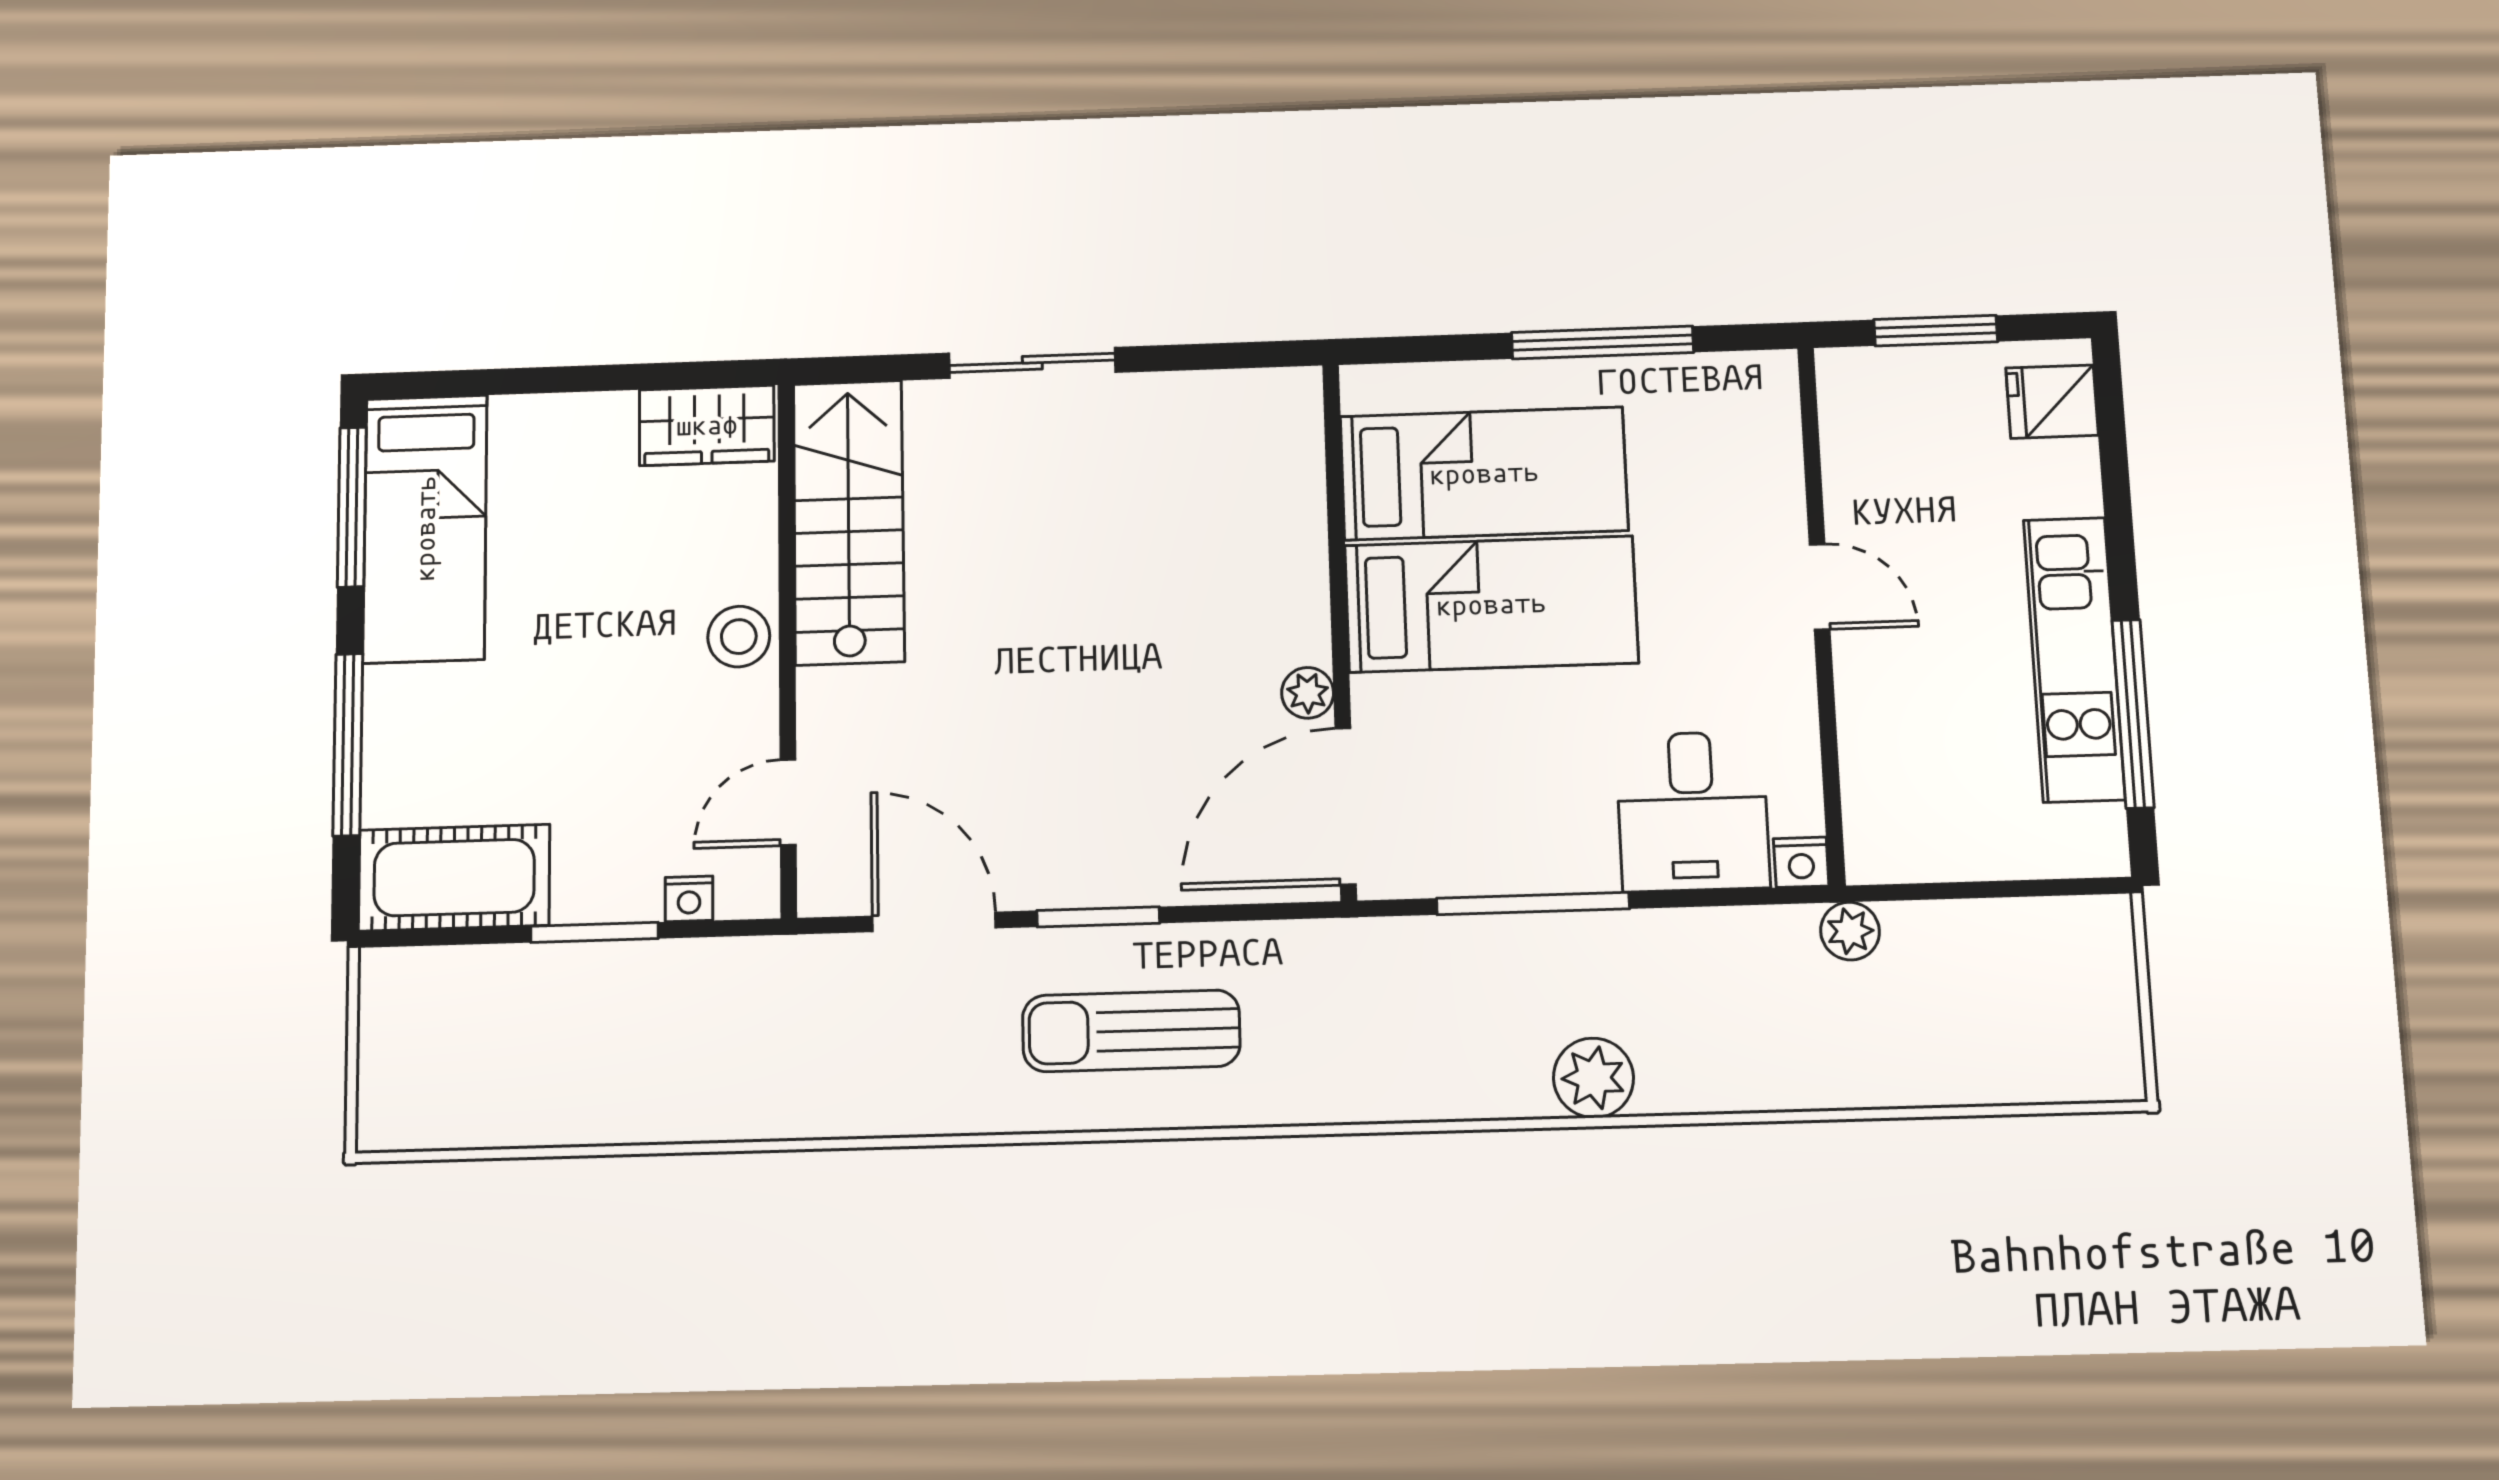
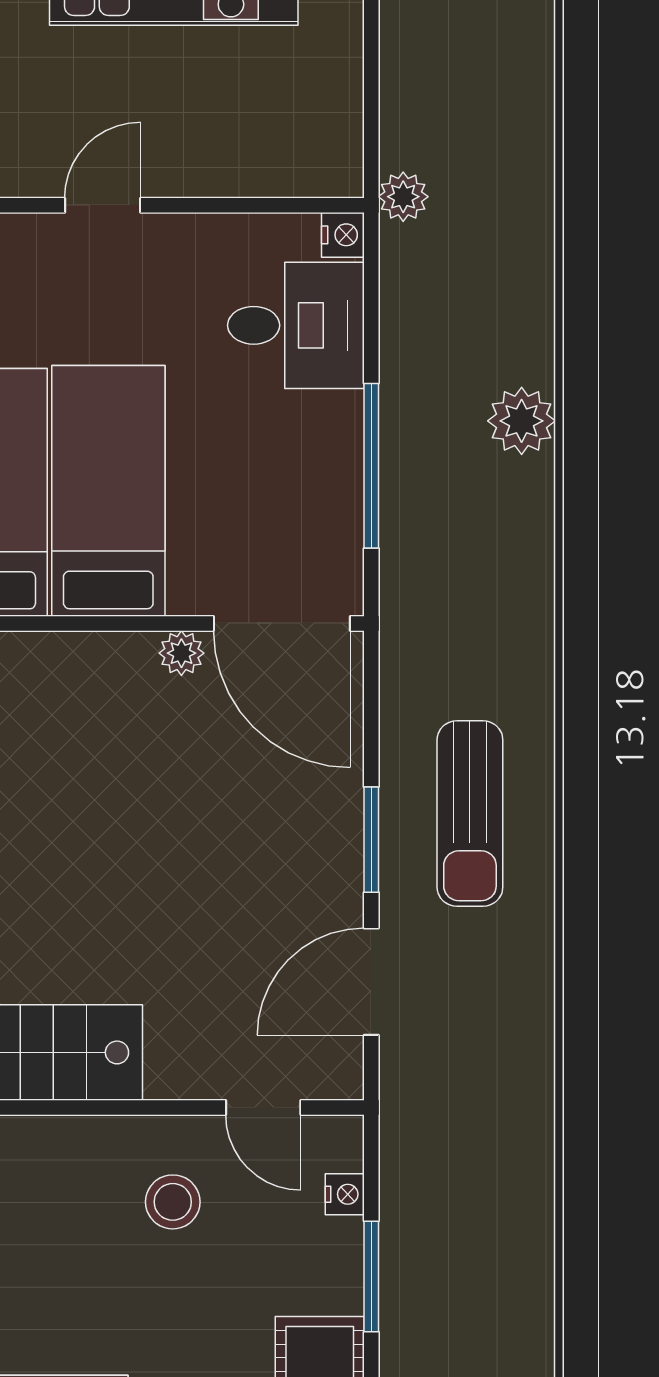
stool: (739, 637) -> (173, 1202), moved

